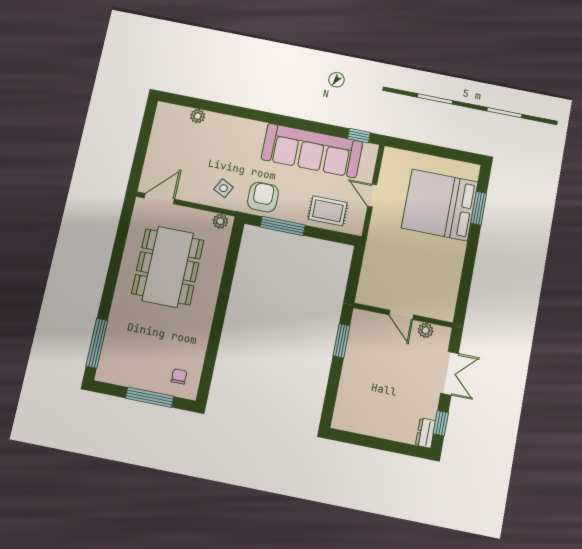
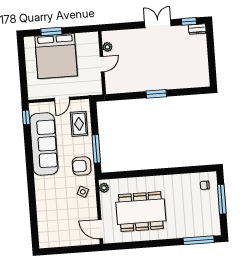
plant: (198, 116) -> (42, 221), removed
door: (401, 315) -> (102, 64), moved
wall: (403, 315) -> (102, 63), moved
plant: (426, 330) -> (107, 47), moved

